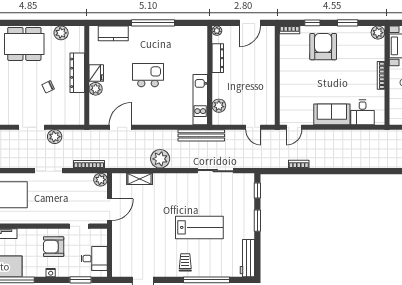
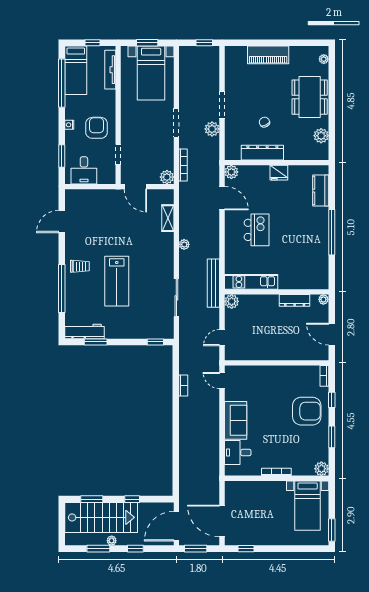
dresser: (77, 73) -> (262, 153), moved
kitchen island: (148, 75) -> (257, 230), moved
plant: (96, 89) -> (231, 172), moved
plant: (219, 106) -> (232, 301), moved
plant: (160, 159) -> (184, 244), width x0.53, depth x0.53
window: (257, 221) -> (96, 342), moved

